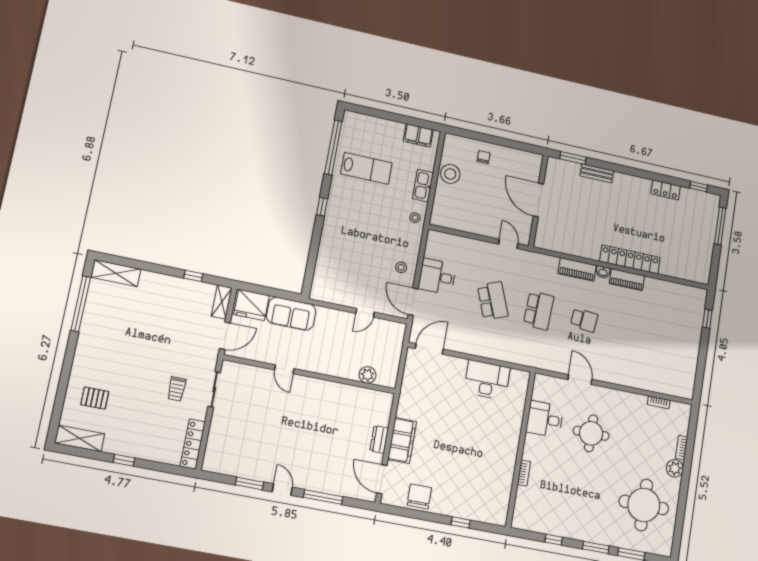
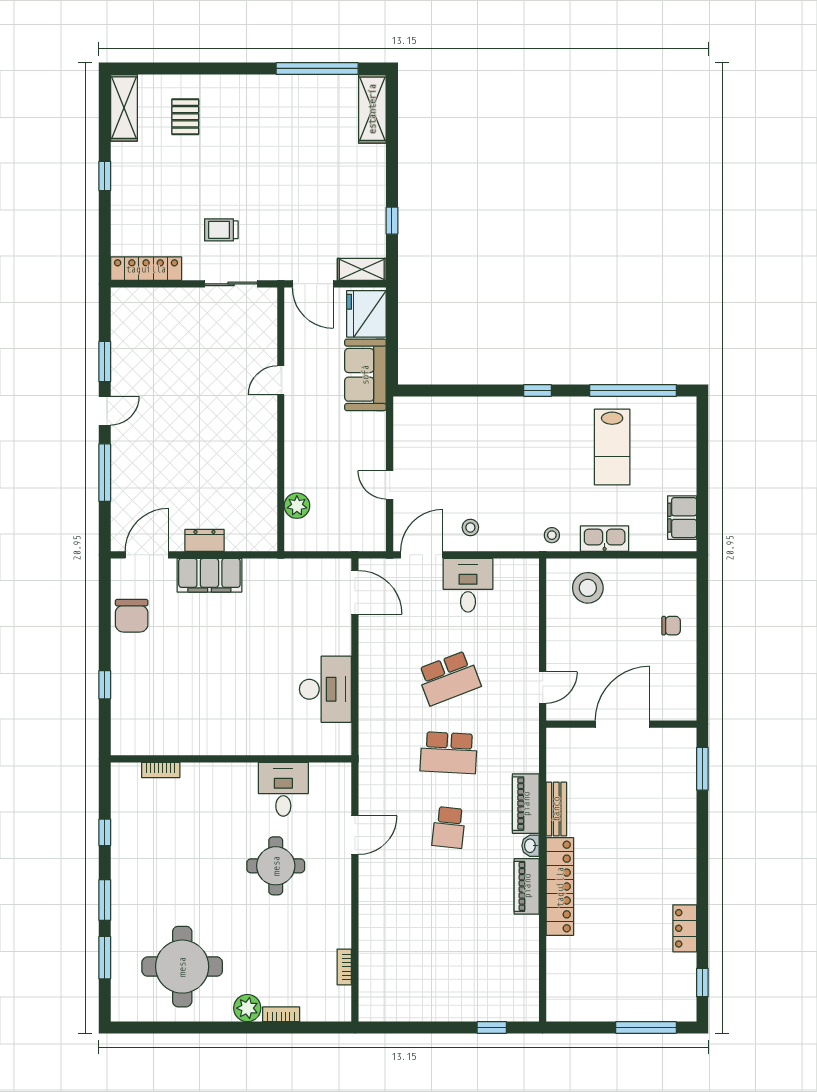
bench: (597, 173) -> (556, 809), moved
stool: (450, 174) -> (588, 588), moved
bookcase: (524, 473) -> (161, 770), moved
chair: (419, 496) -> (132, 616), turned 90

